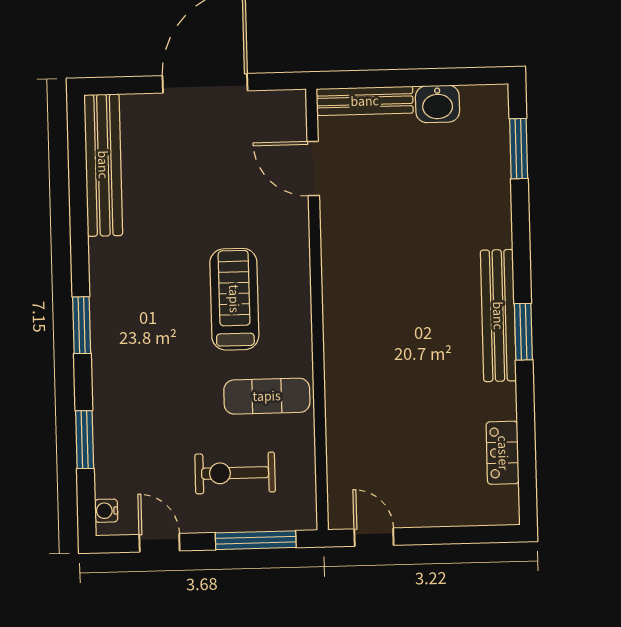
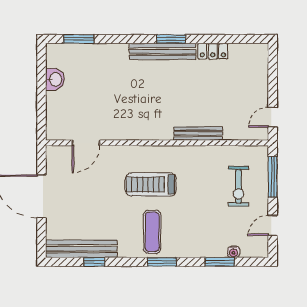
bench: (365, 101) -> (198, 134), moved, turned 90
window: (78, 191) -> (94, 262), added
exercise mat: (267, 396) -> (152, 232), moved
locker: (503, 453) -> (213, 51), moved
water cooler: (106, 511) -> (233, 252), moved

